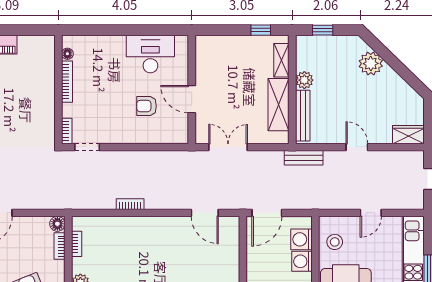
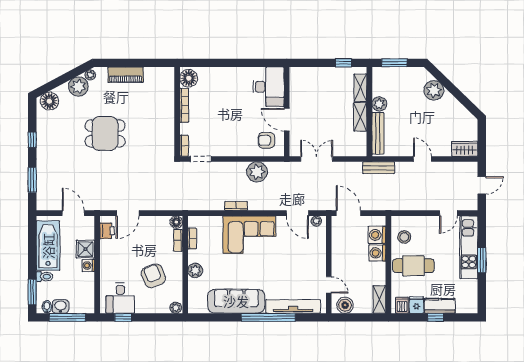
window: (323, 30) -> (394, 63), width x1.50
floor lamp: (67, 54) -> (189, 78), width x1.89, depth x1.89
desk: (150, 54) -> (268, 87), moved, turned 90
shelving: (278, 105) -> (360, 117), width x0.67, depth x0.75
armchair: (147, 106) -> (266, 140), moved
plant: (156, 163) -> (257, 172), added
door: (267, 213) -> (348, 213), swing flipped
door: (371, 213) -> (448, 213), moved
plant: (228, 222) -> (316, 221), added
corner sofa: (146, 239) -> (249, 235), added

